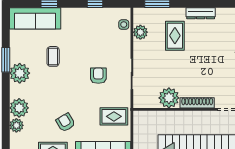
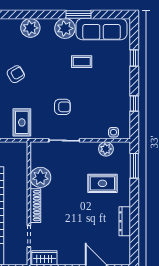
dresser: (201, 13) -> (125, 221), moved
sofa: (35, 18) -> (102, 29), moved, turned -90
plant: (16, 125) -> (13, 25), removed

